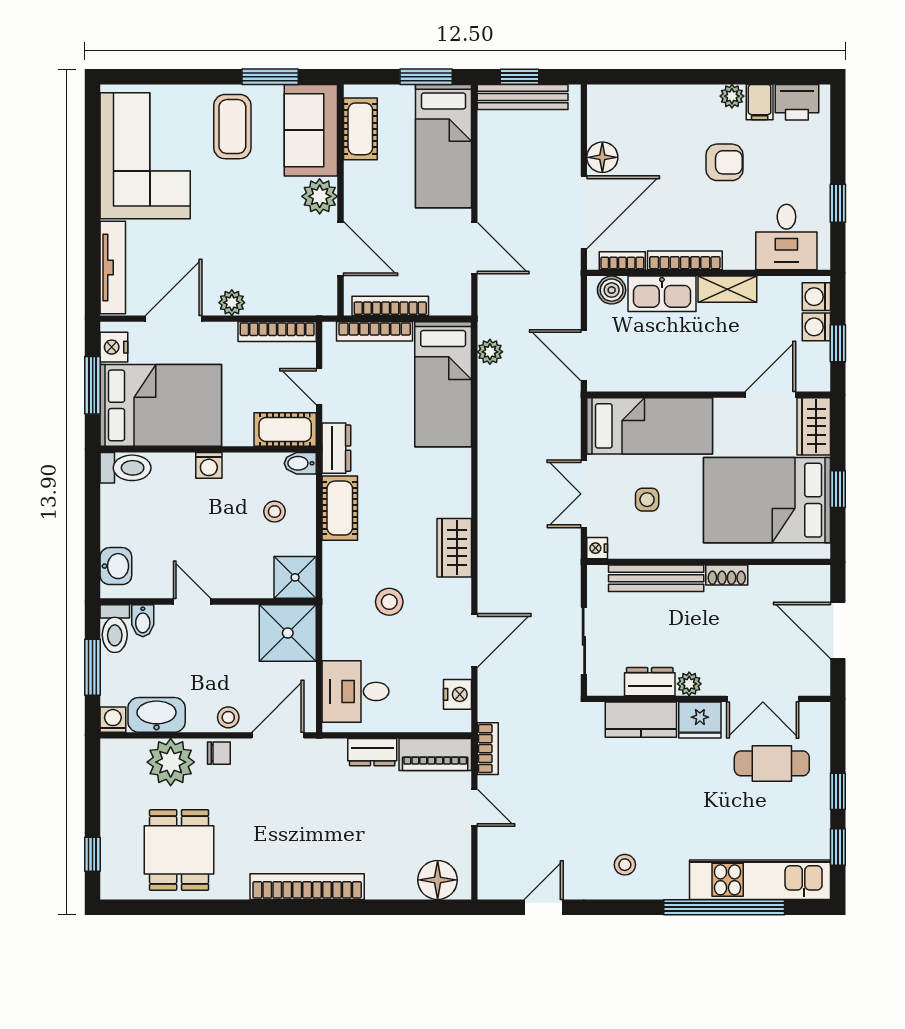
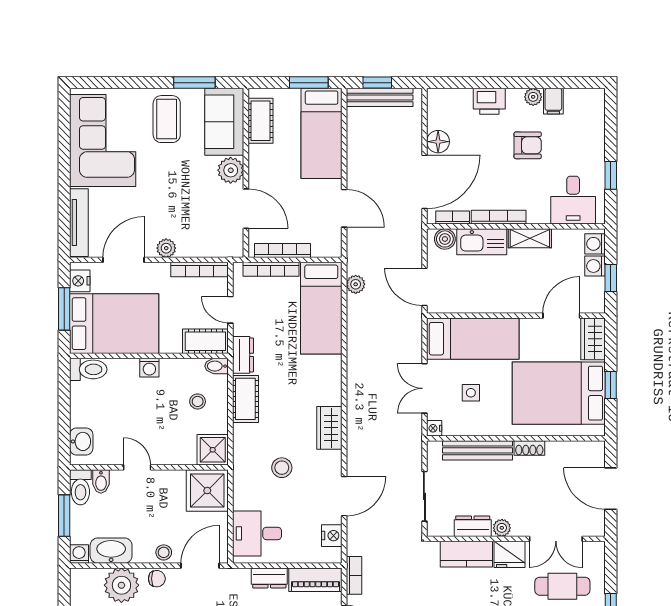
printer: (797, 102) -> (489, 101), moved

